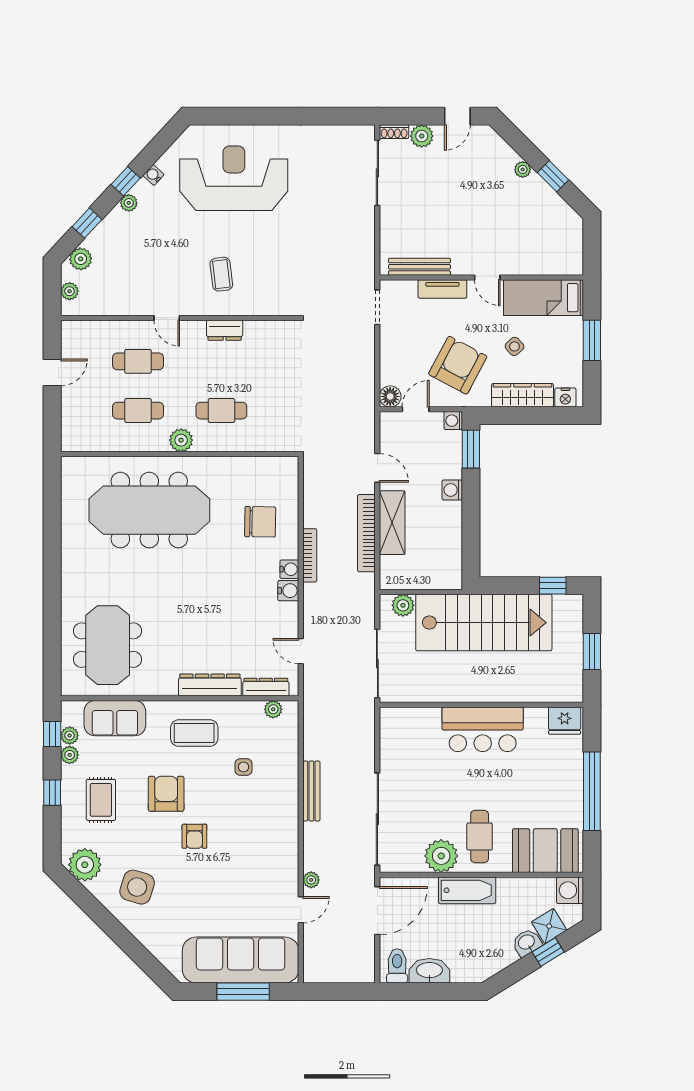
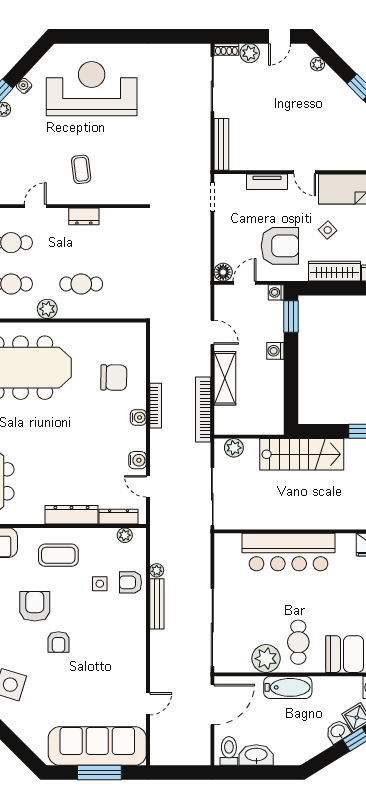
plant: (523, 169) -> (317, 64), moved
bench: (419, 267) -> (221, 144), moved, turned 90
door: (167, 318) -> (35, 206), swing flipped
armchair: (458, 365) -> (280, 246), turned 62
bookcase: (366, 533) -> (203, 410), moved
water cooler: (288, 591) -> (137, 460), moved
stairs: (484, 623) -> (302, 454), width x0.73, depth x0.66
bar counter: (483, 729) -> (289, 552), width x1.36
armchair: (280, 765) -> (131, 582), added
plant: (311, 880) -> (157, 570), moved

